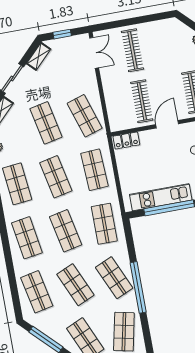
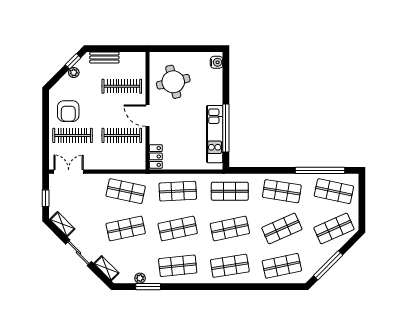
armchair: (157, 41) -> (68, 111), added
shop shelf: (85, 116) -> (126, 191), turned 30
shop shelf: (114, 278) -> (282, 191), turned 33
window: (138, 287) -> (320, 170), moved

